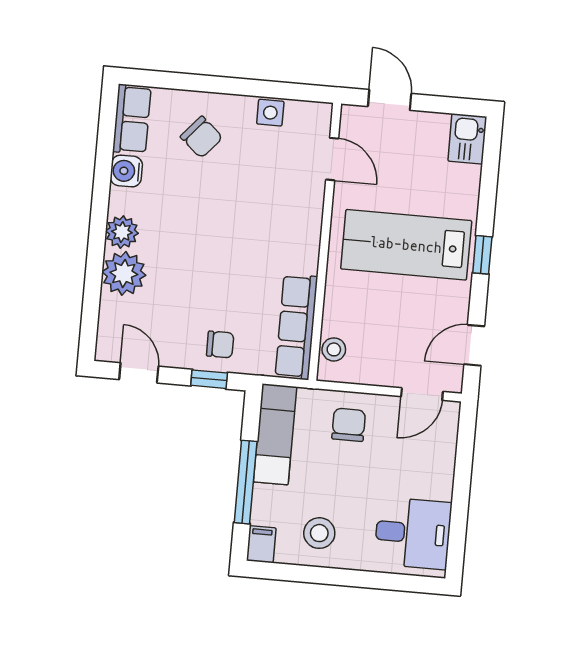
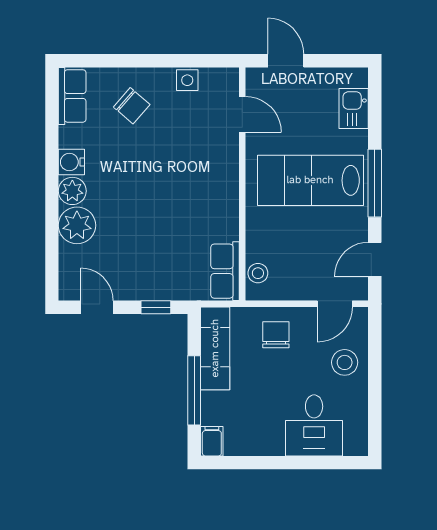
kitchen sink: (467, 139) -> (354, 109), moved
water cooler: (126, 171) -> (71, 162), moved
window: (482, 255) -> (375, 183), width x2.17
row of seats: (296, 327) -> (225, 271), width x0.68
chair: (220, 345) -> (163, 277), removed
stool: (319, 533) -> (345, 362), moved
desk: (413, 533) -> (314, 425), moved, turned 90

